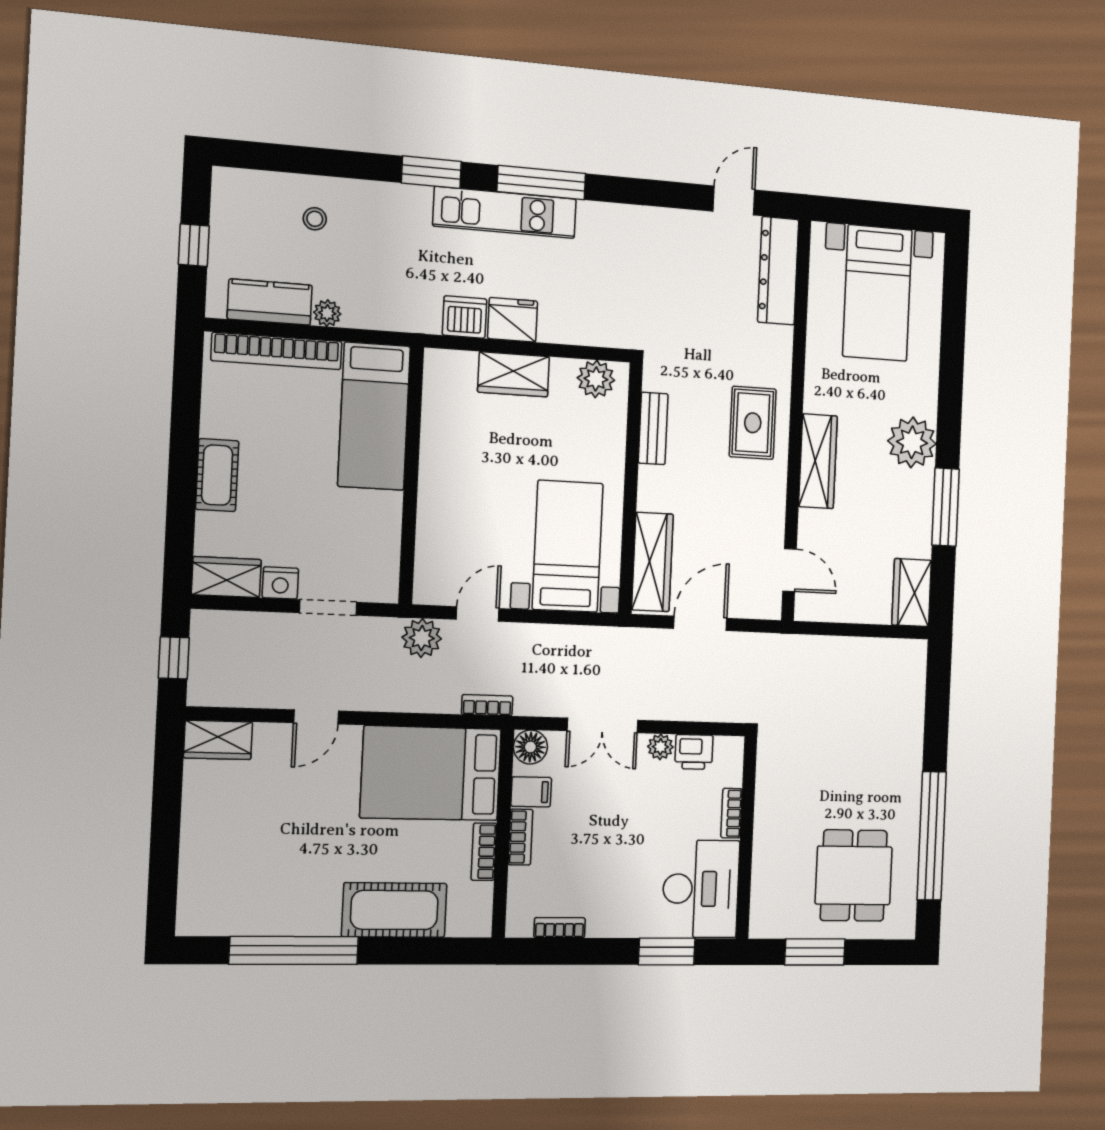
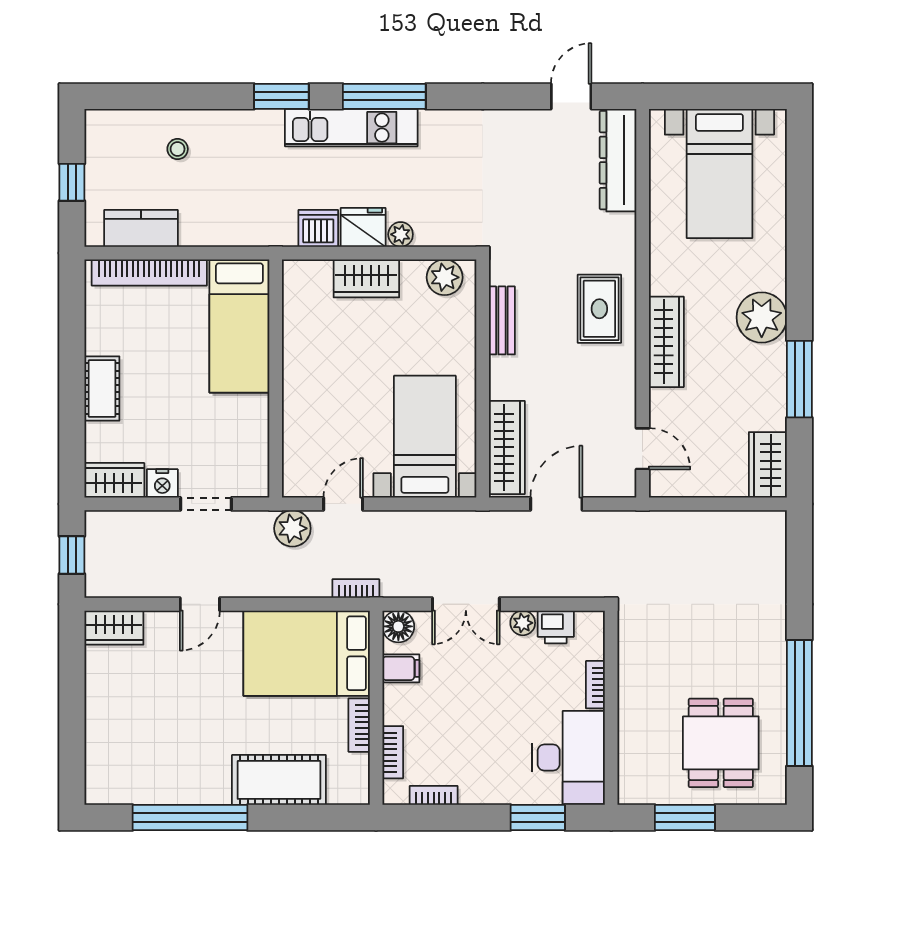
plant: (327, 313) -> (401, 234), moved
bookcase: (520, 837) -> (393, 752), moved

